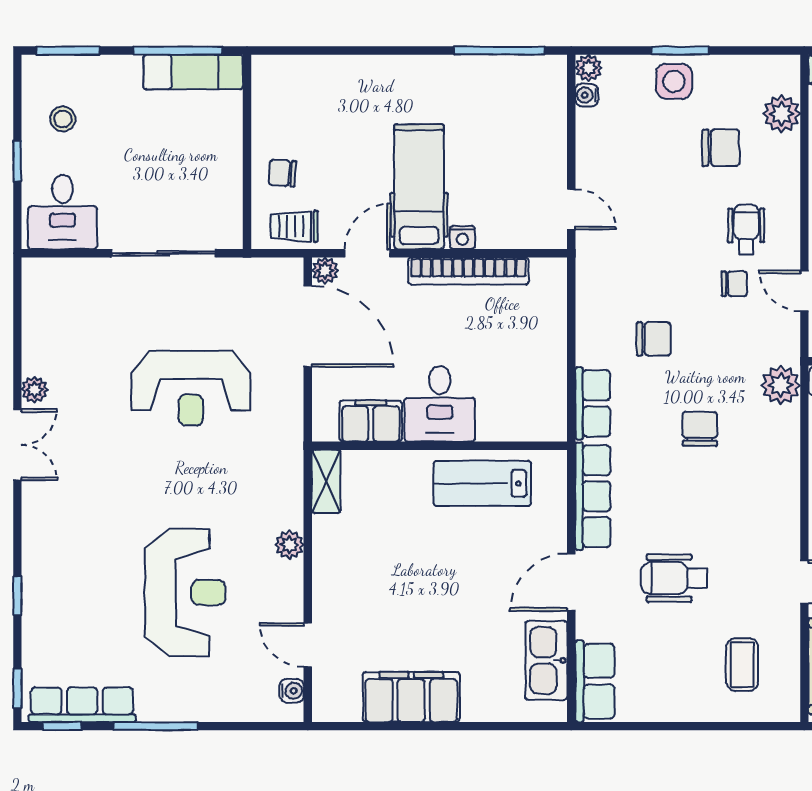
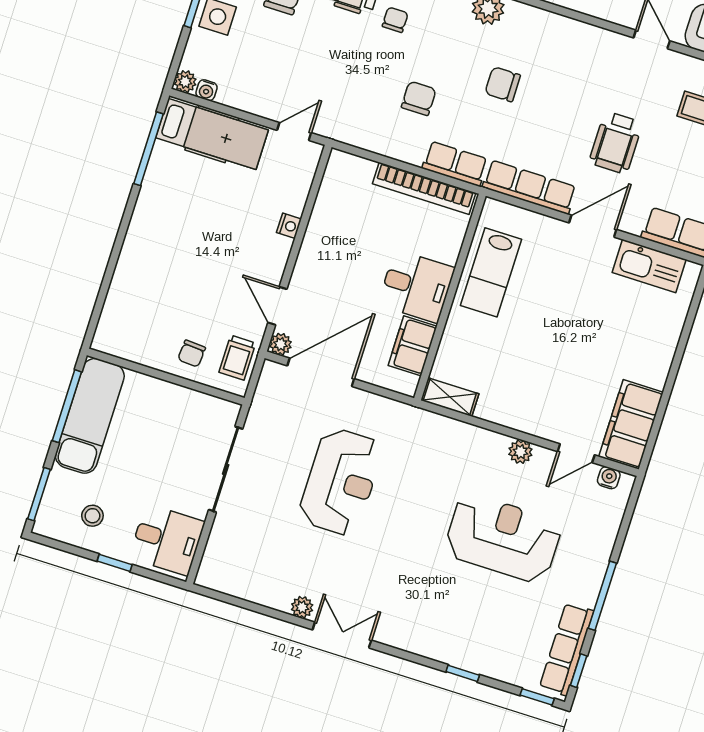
exam couch: (193, 72) -> (90, 416), width x1.36, depth x1.45
hospital bed: (419, 187) -> (212, 134), moved, turned 180
bookcase: (468, 271) -> (424, 188), moved, turned 90
plant: (289, 545) -> (520, 452), moved
door: (571, 582) -> (593, 226), swing flipped
filing cabinet: (411, 697) -> (631, 424), moved

